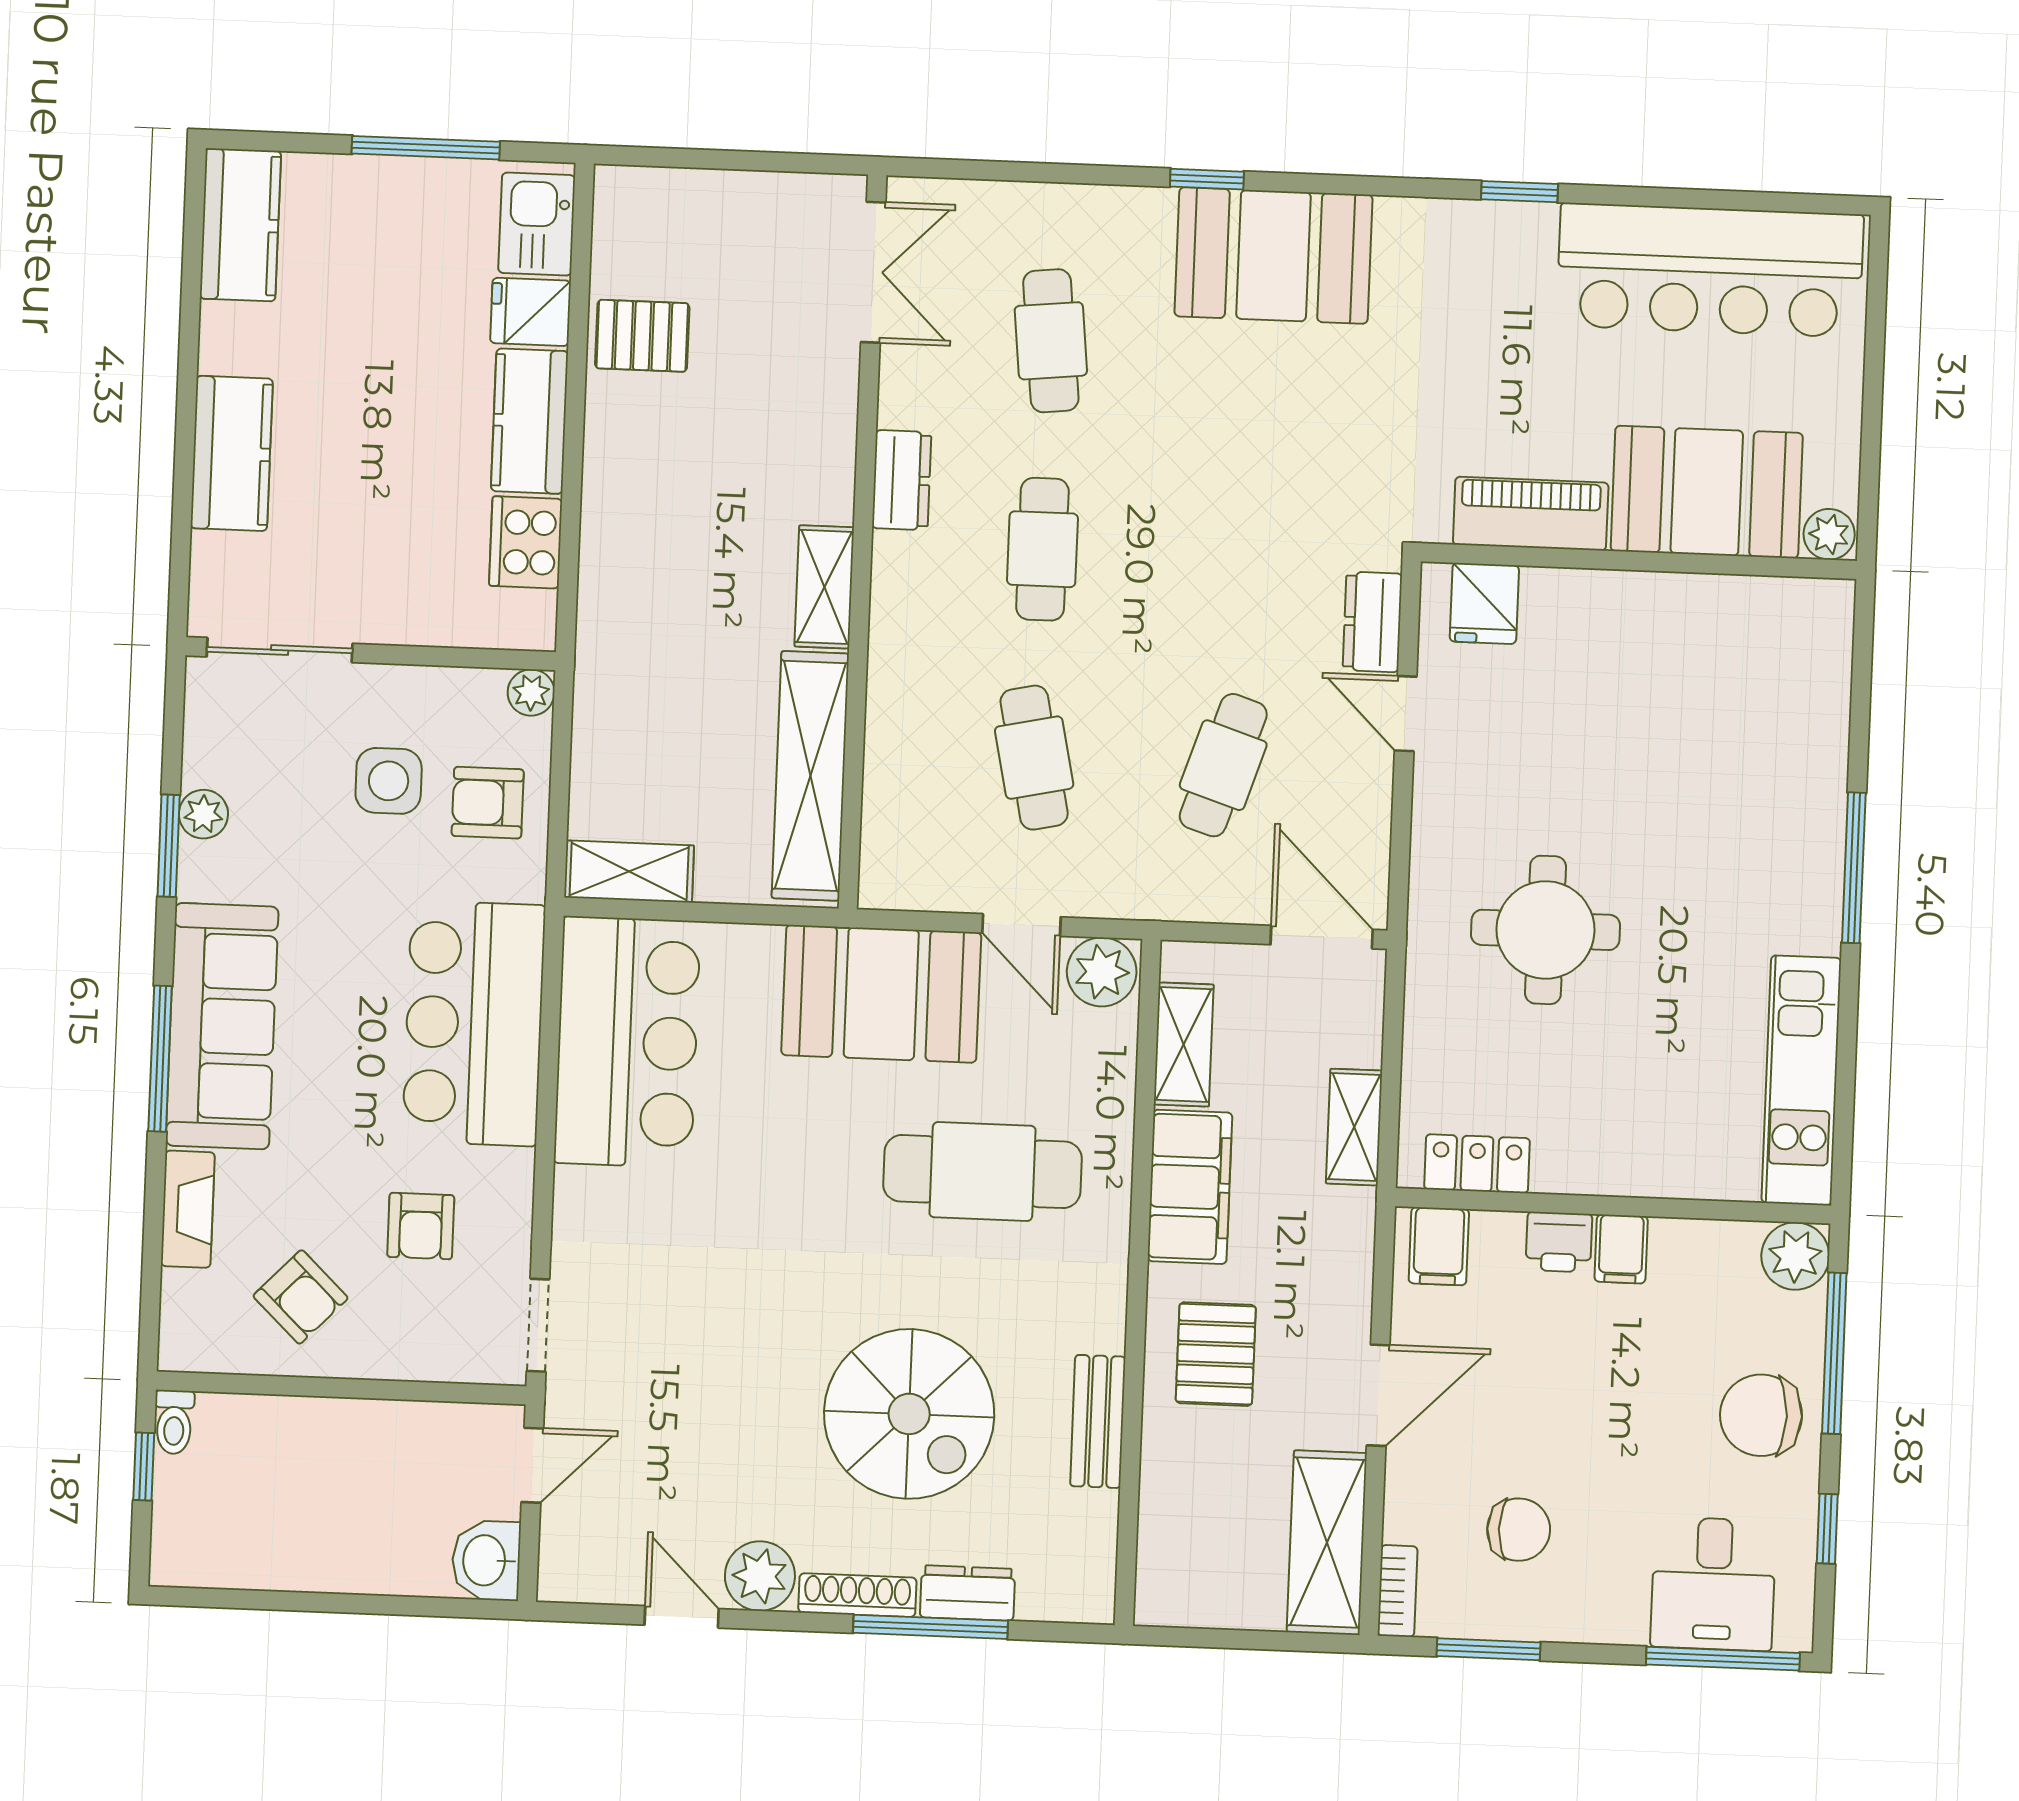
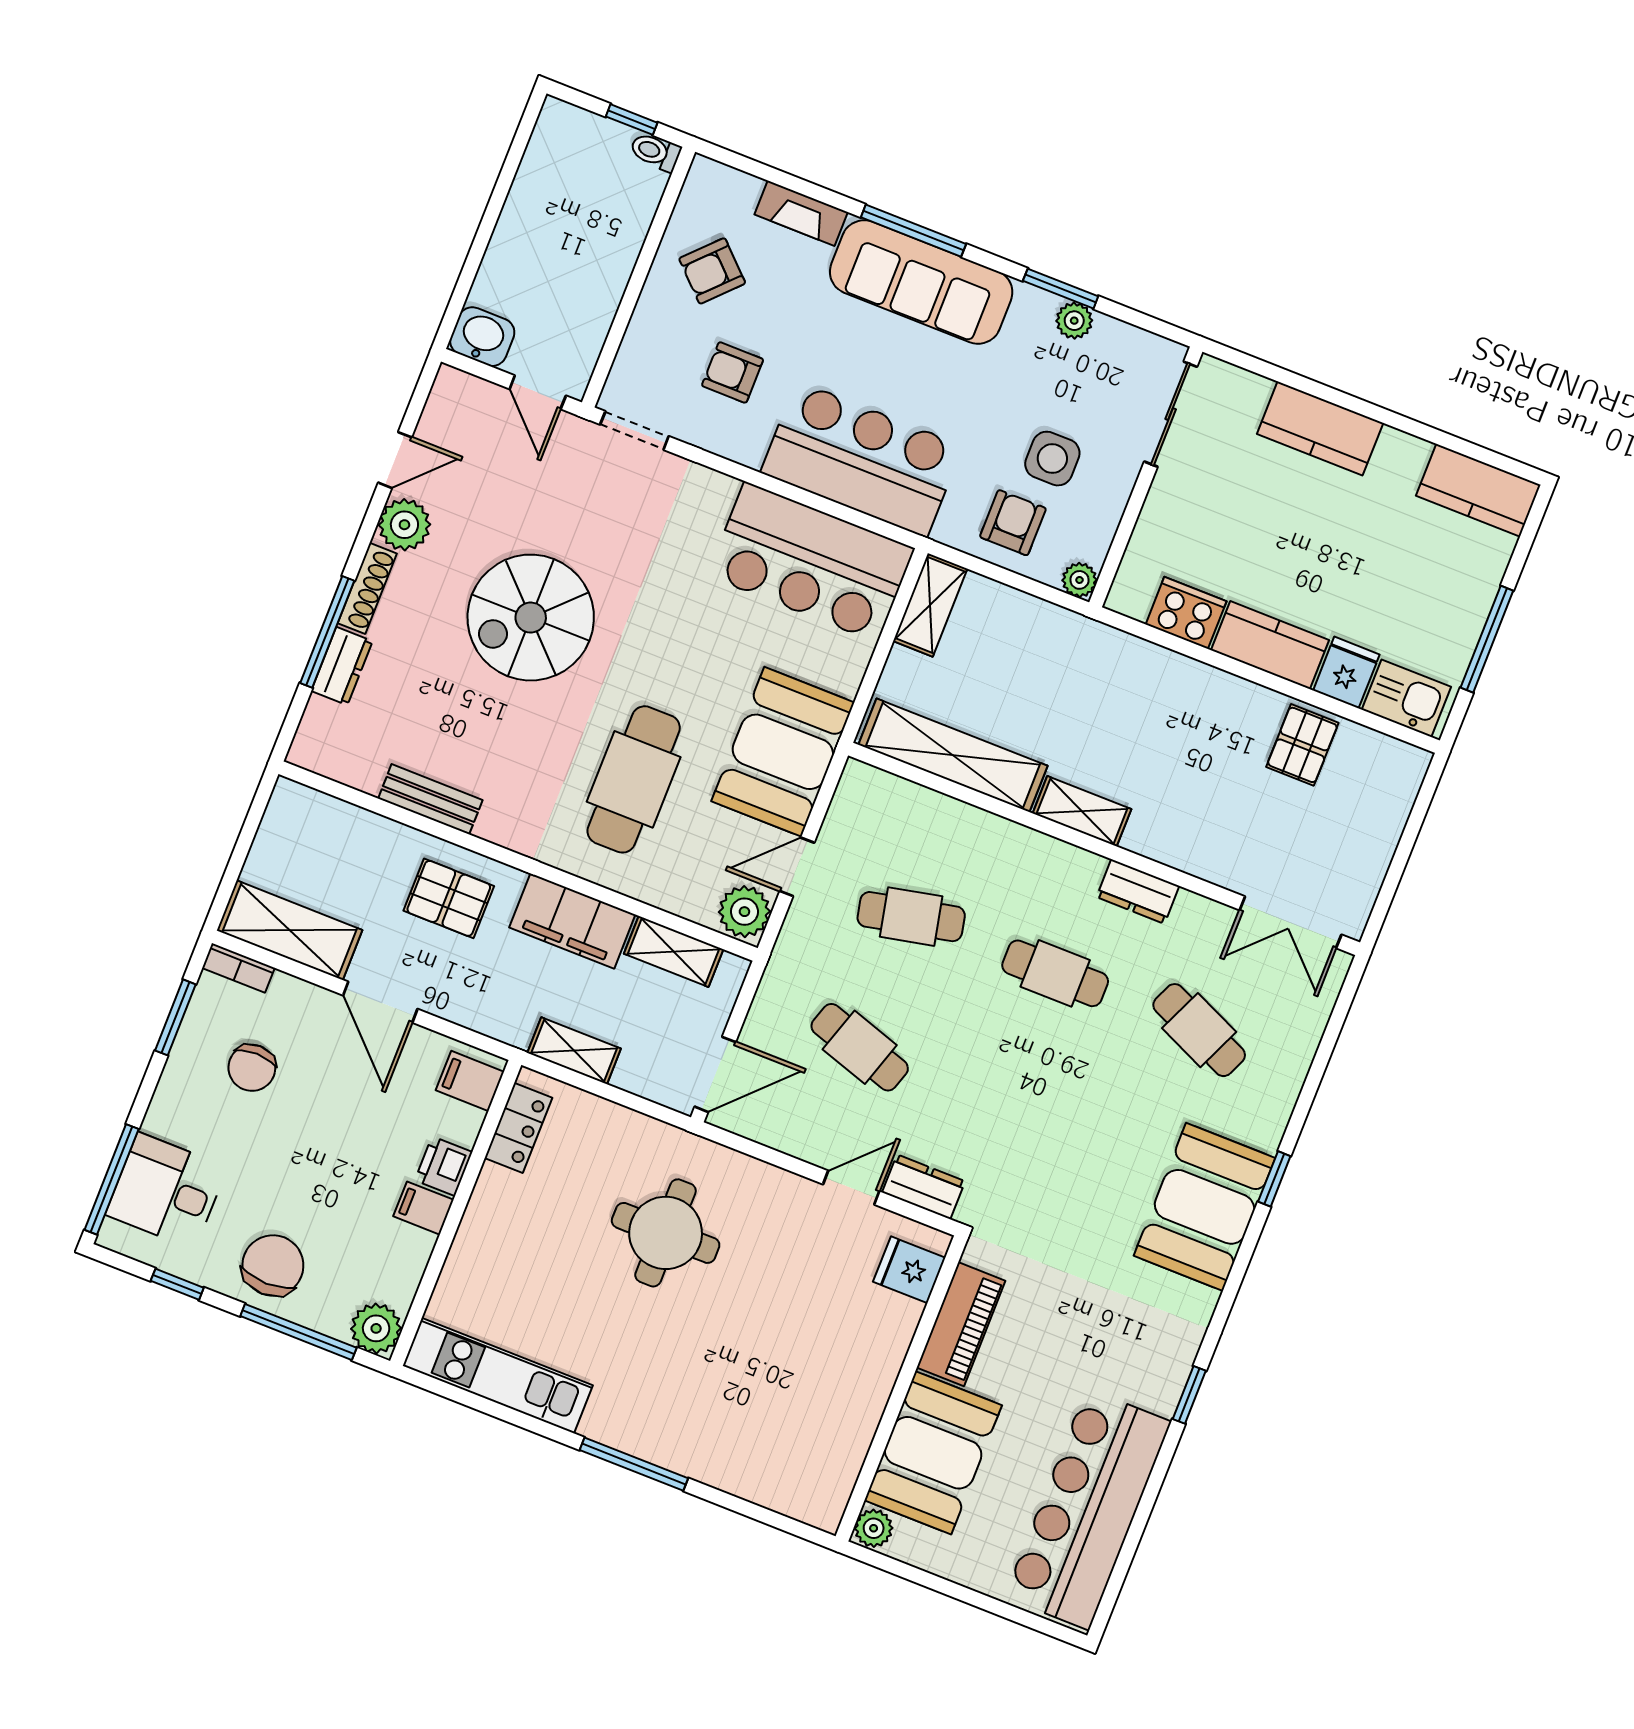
cafe table: (1051, 341) -> (1199, 1030), turned 30
spiral stairs: (909, 1414) -> (531, 618), moved

